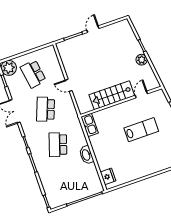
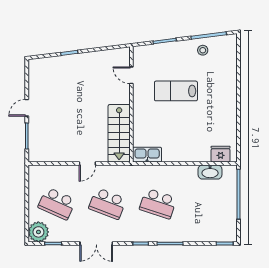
door: (93, 29) -> (27, 108), hinge flipped
plant: (142, 60) -> (87, 59), removed
school desk: (33, 74) -> (57, 204), turned 33
stairs: (112, 95) -> (119, 133), moved
lab bench: (141, 130) -> (176, 91), turned -90
washbasin: (86, 155) -> (210, 172), moved

